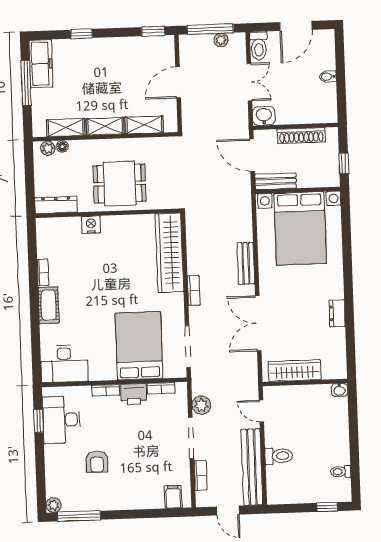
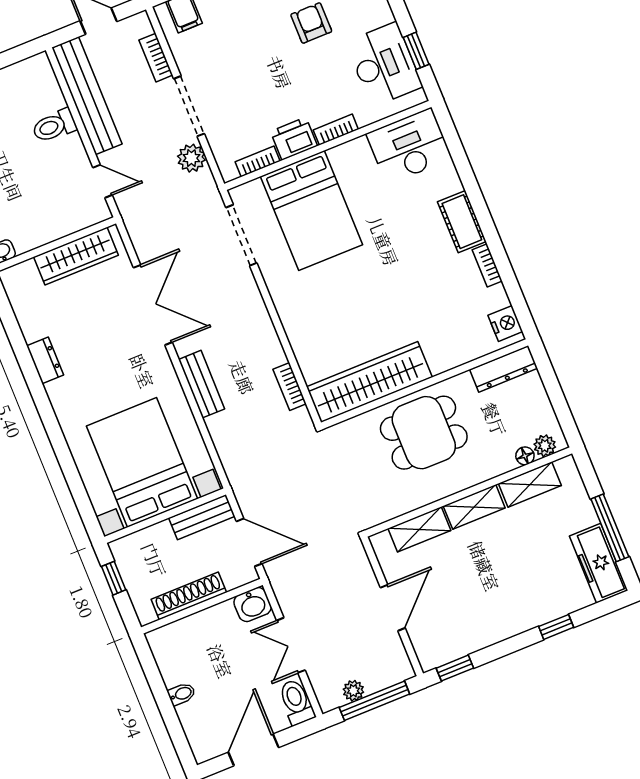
nightstand: (91, 225) -> (505, 323), moved, turned -90
wardrobe: (169, 253) -> (369, 382), moved, turned -90
bookcase: (194, 290) -> (290, 387), moved

